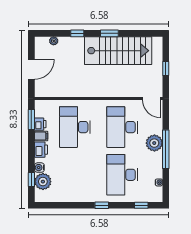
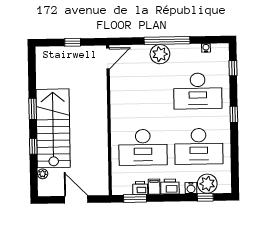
stairs: (118, 51) -> (53, 128), moved
desk: (122, 127) -> (199, 146), moved

